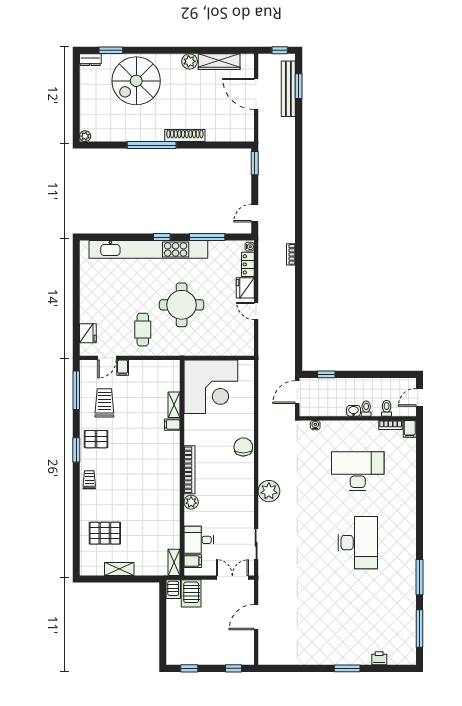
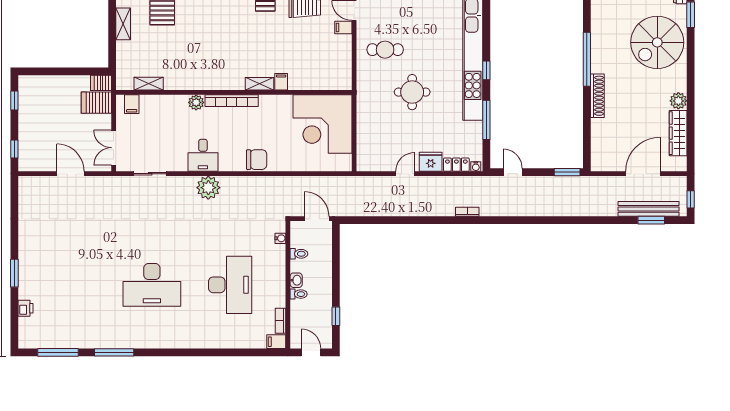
spiral stairs: (136, 81) -> (657, 42), turned -90
round table: (182, 305) -> (412, 92), width x0.73, depth x0.73
window: (326, 374) -> (336, 316), moved
shelving: (174, 405) -> (259, 84), moved
toilet: (387, 408) -> (299, 254), moved
desk: (199, 540) -> (203, 155), moved, turned 180
shelving: (174, 562) -> (149, 84), moved
double door: (232, 578) -> (114, 148), swing flipped

